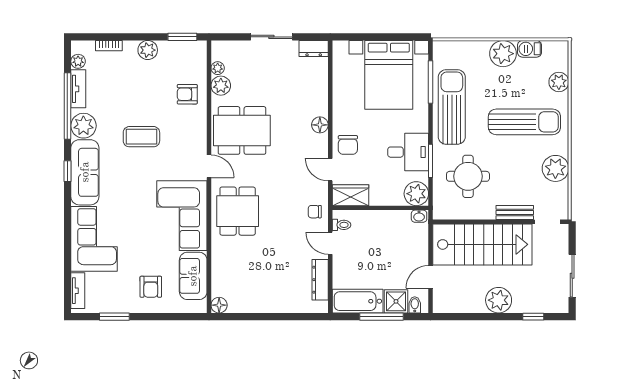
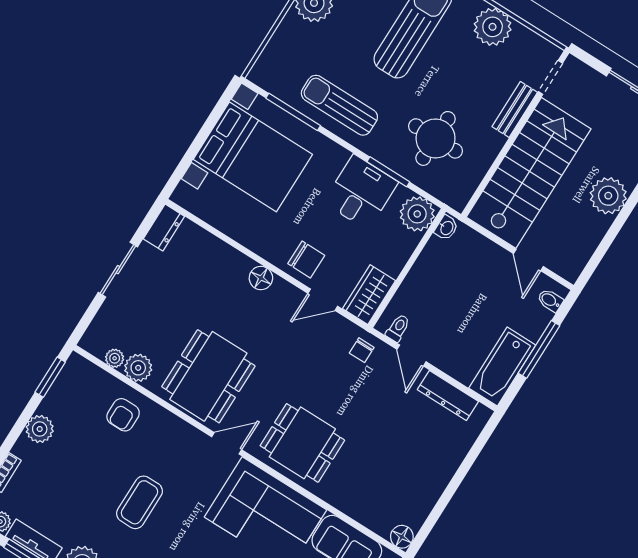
sun lounger: (452, 107) -> (339, 105), width x0.73, depth x0.75
door: (330, 243) -> (412, 356), hinge flipped
shower: (396, 301) -> (532, 320), removed

